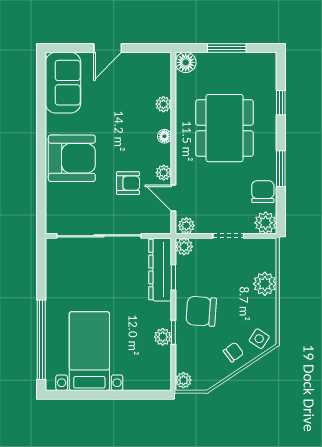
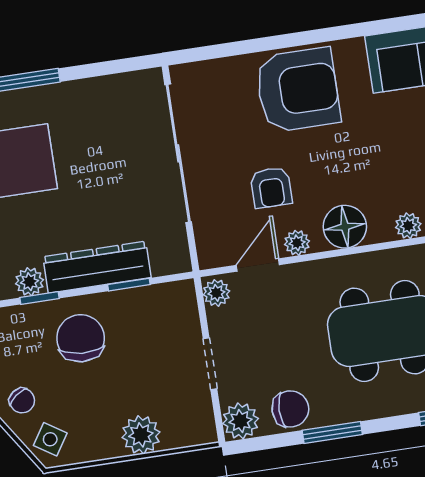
floor lamp: (164, 136) -> (345, 227), width x1.89, depth x1.89
armchair: (72, 158) -> (298, 90), turned -90
plant: (184, 247) -> (182, 294), removed
dresser: (160, 269) -> (97, 267), moved

